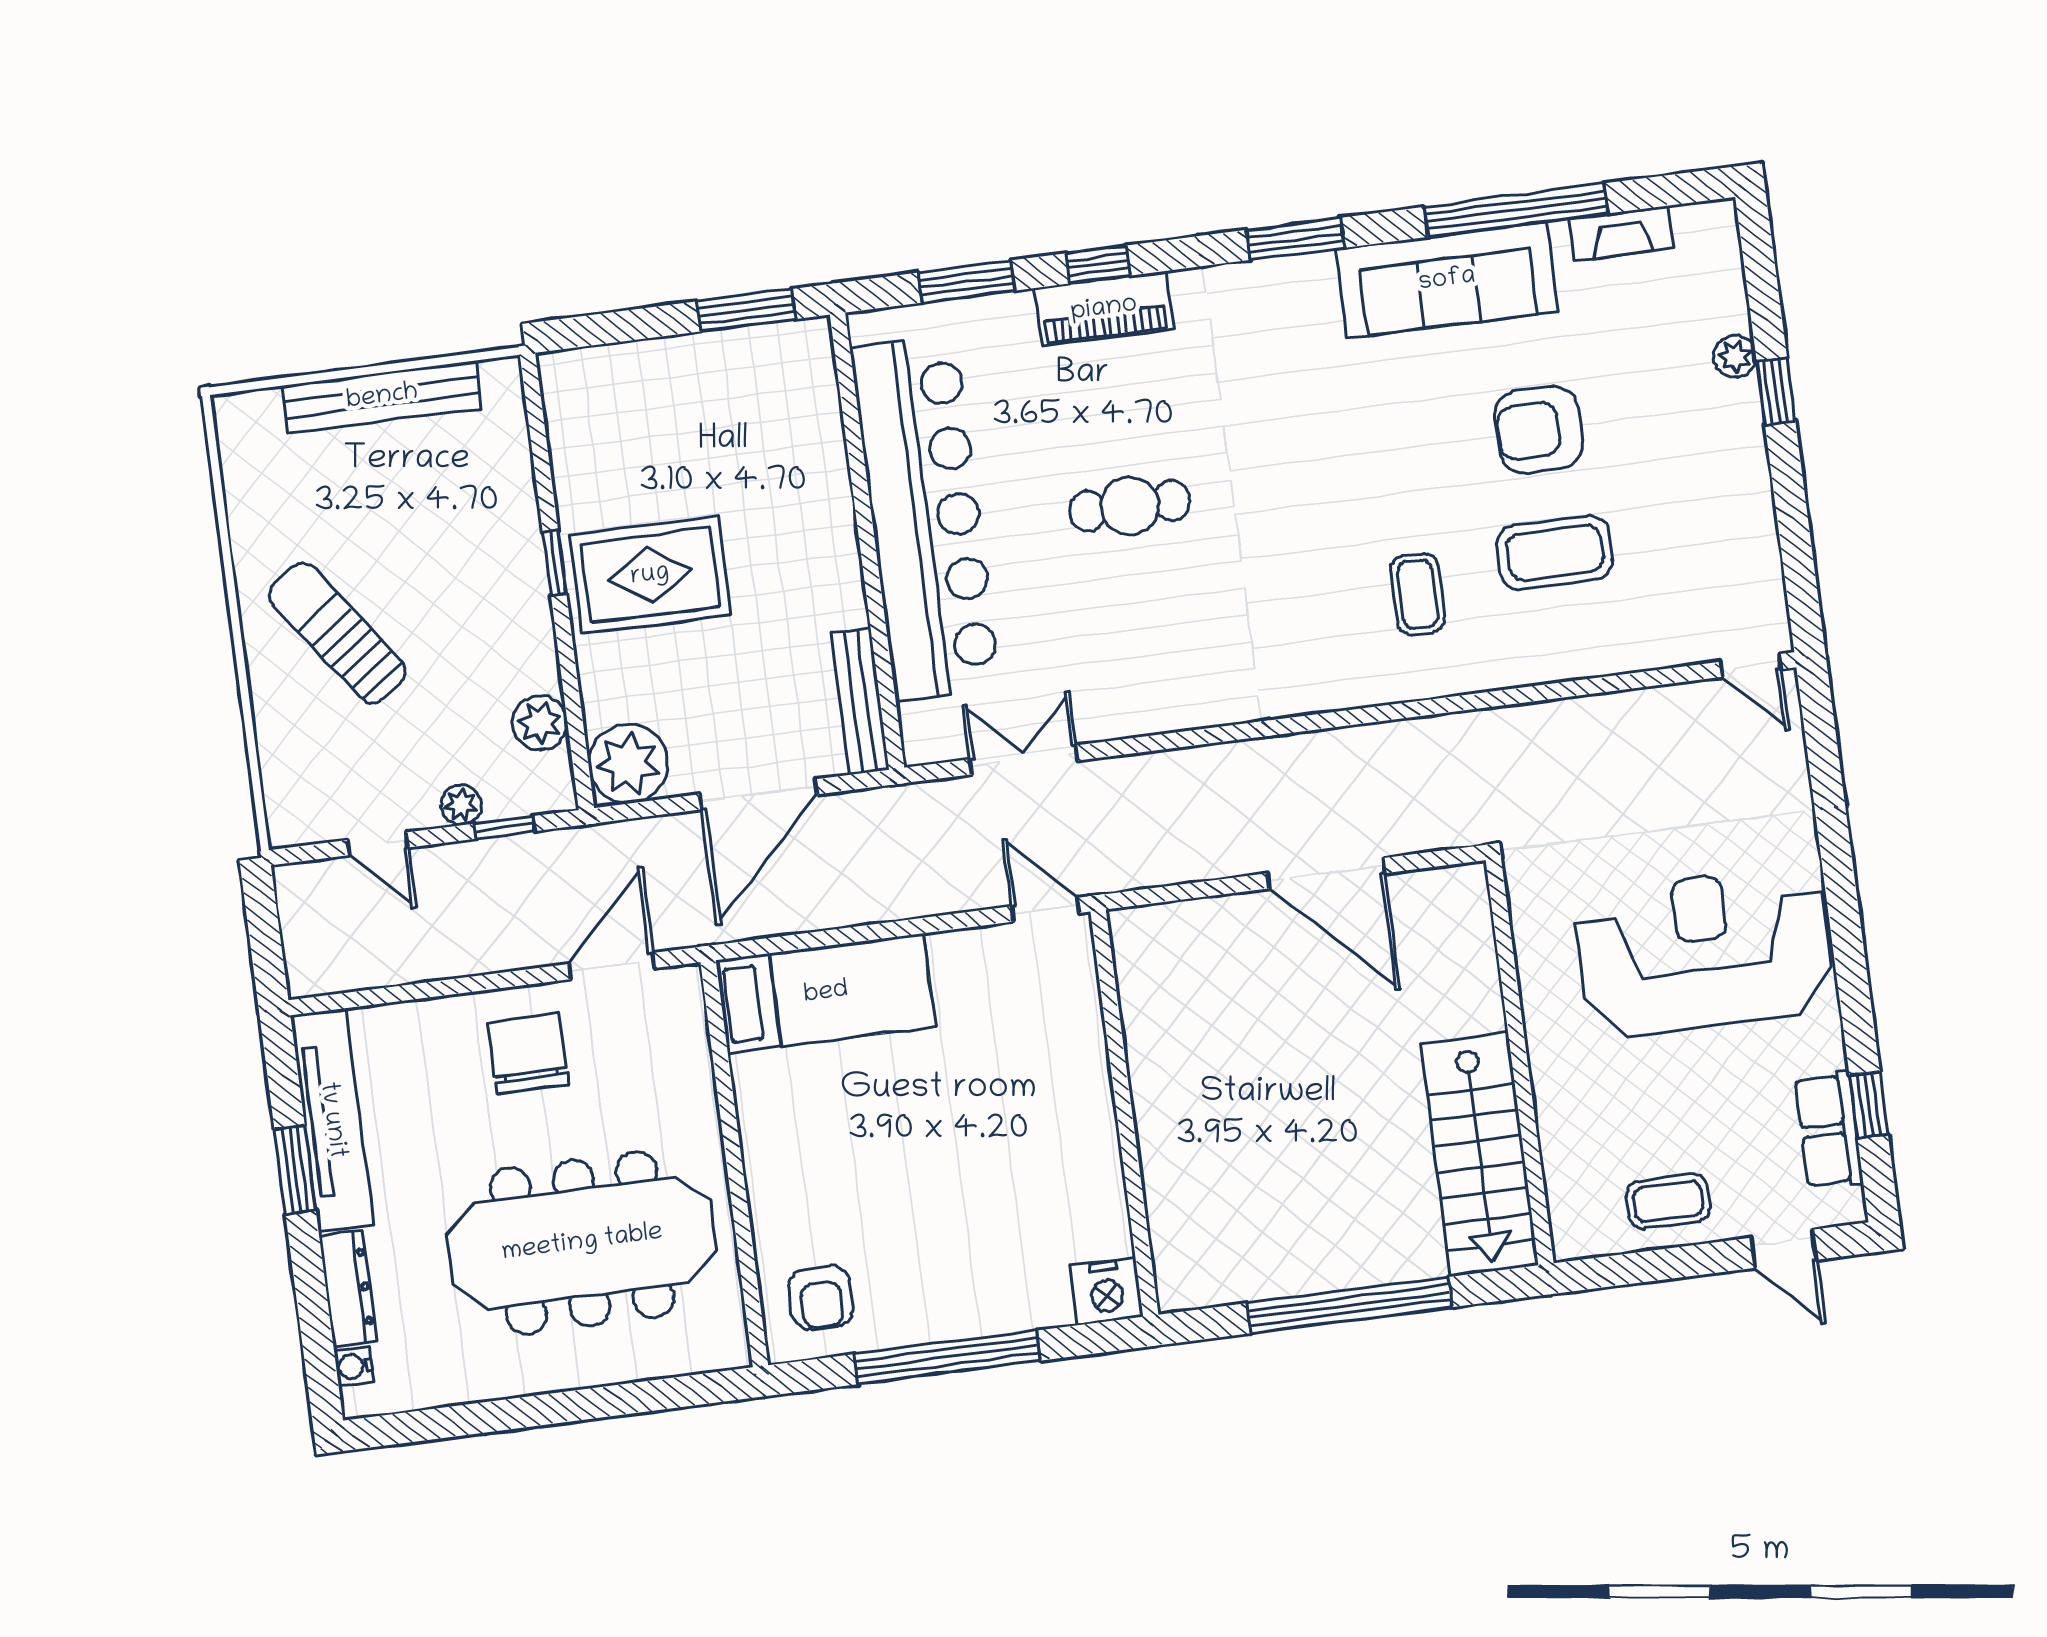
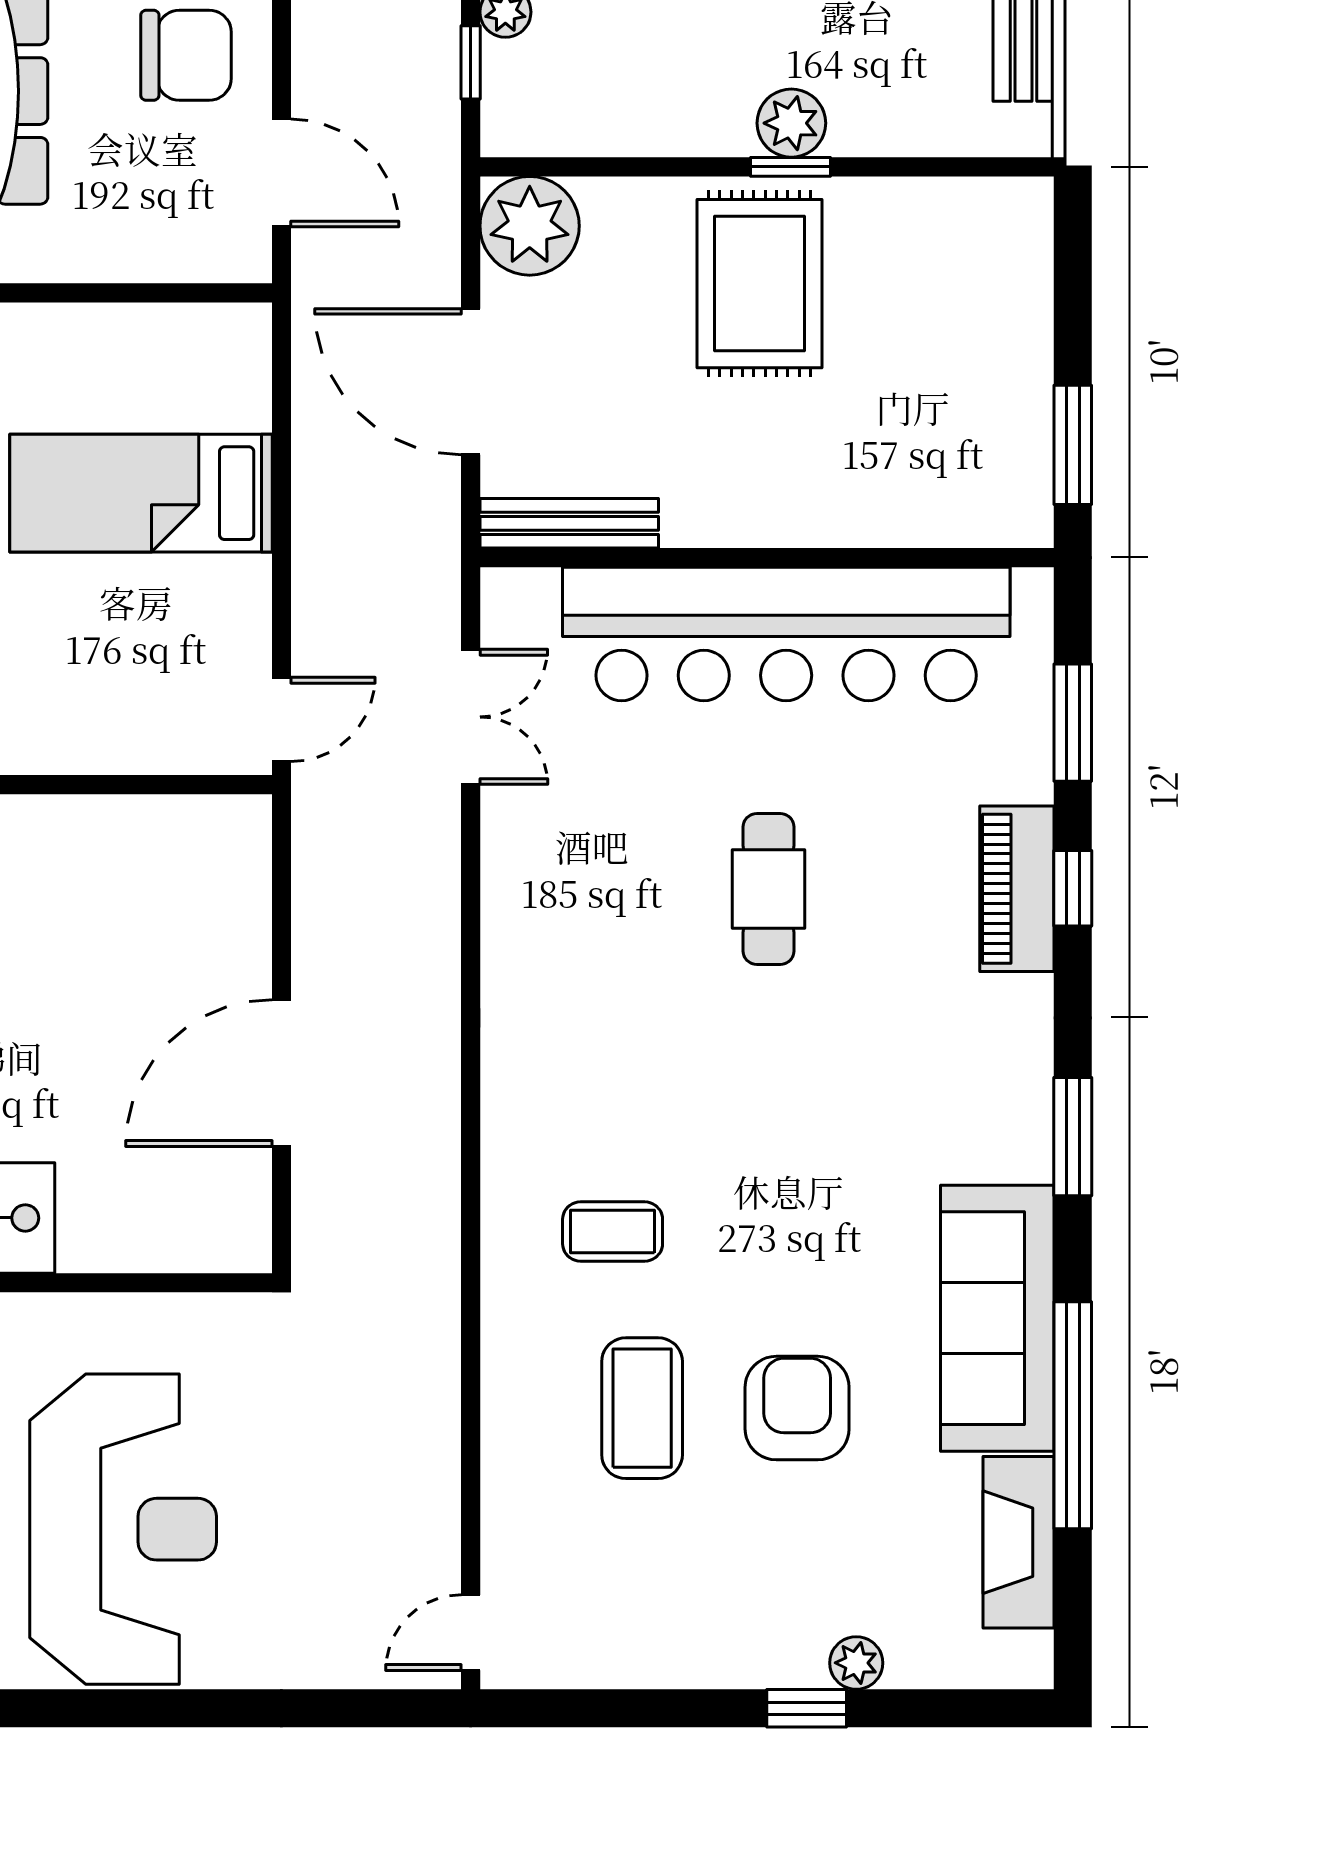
fireplace: (1621, 233) -> (1018, 1542), width x1.37, depth x1.32
plant: (540, 723) -> (791, 123), moved
bed: (826, 993) -> (141, 493), moved, turned 90

